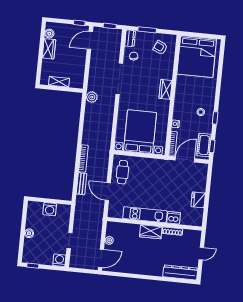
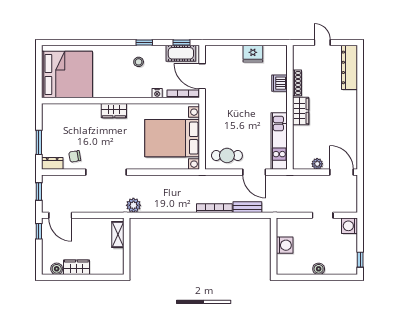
armchair: (160, 47) -> (60, 123), removed
shelving: (59, 82) -> (118, 234), moved
door: (108, 192) -> (254, 172), hinge flipped
kitchen unit: (145, 215) -> (279, 141), moved

